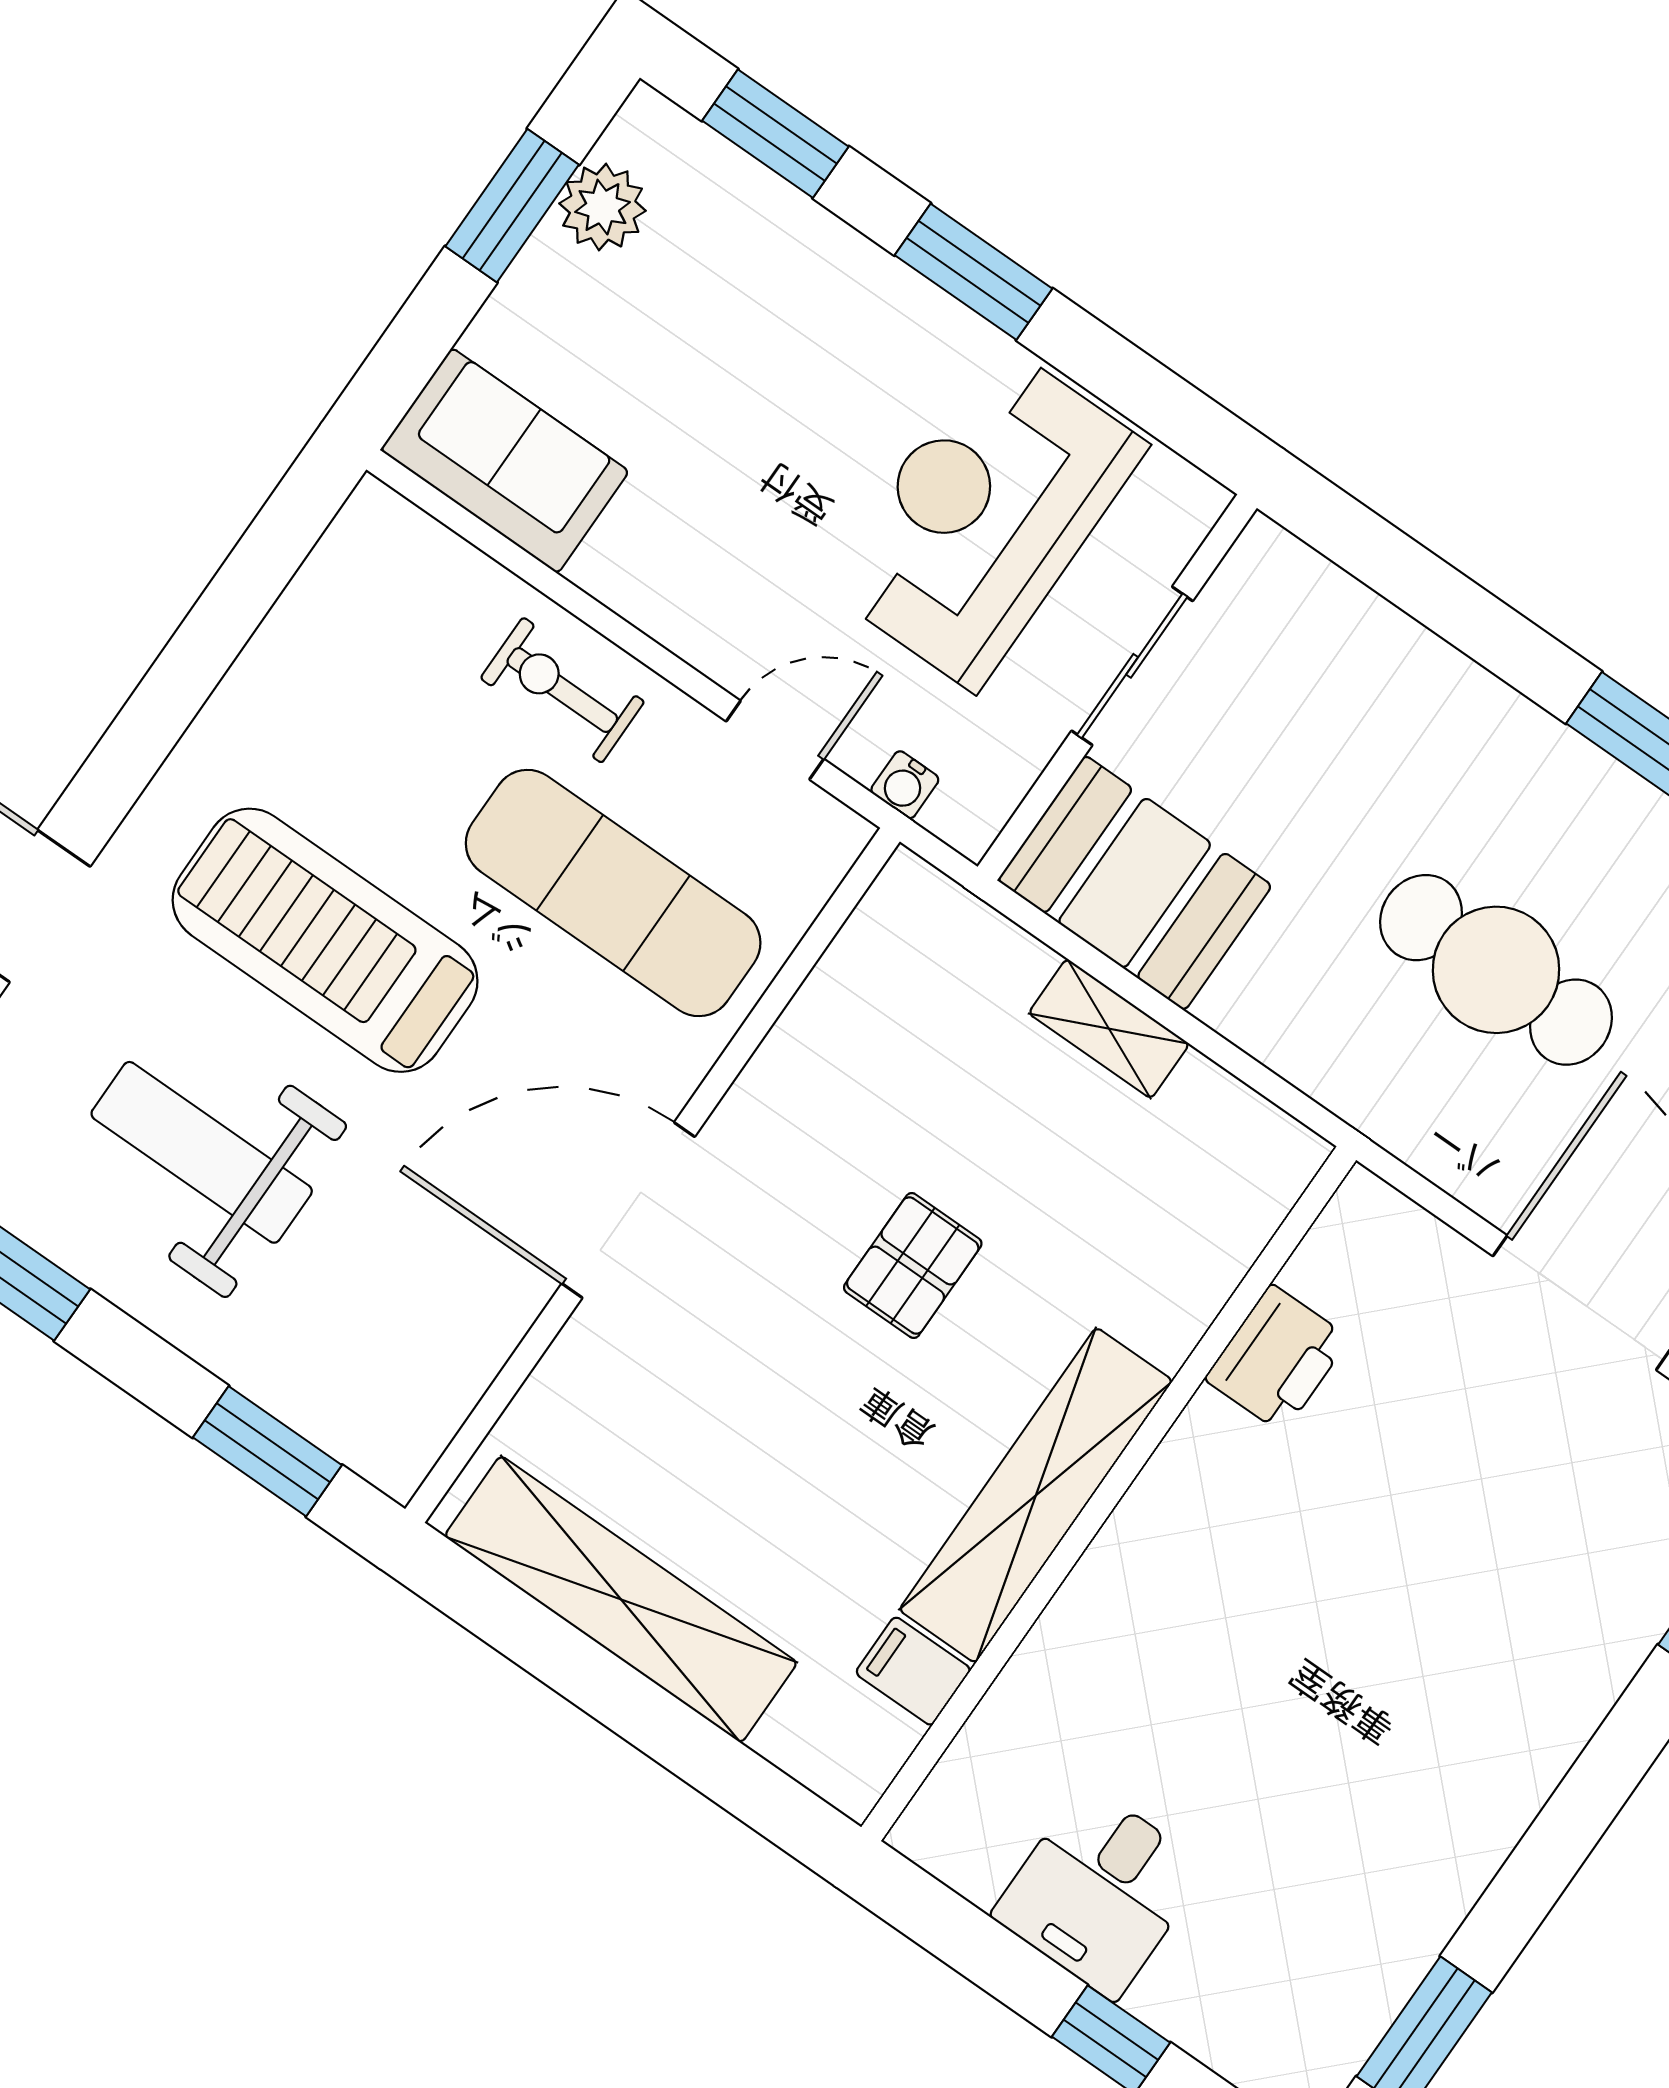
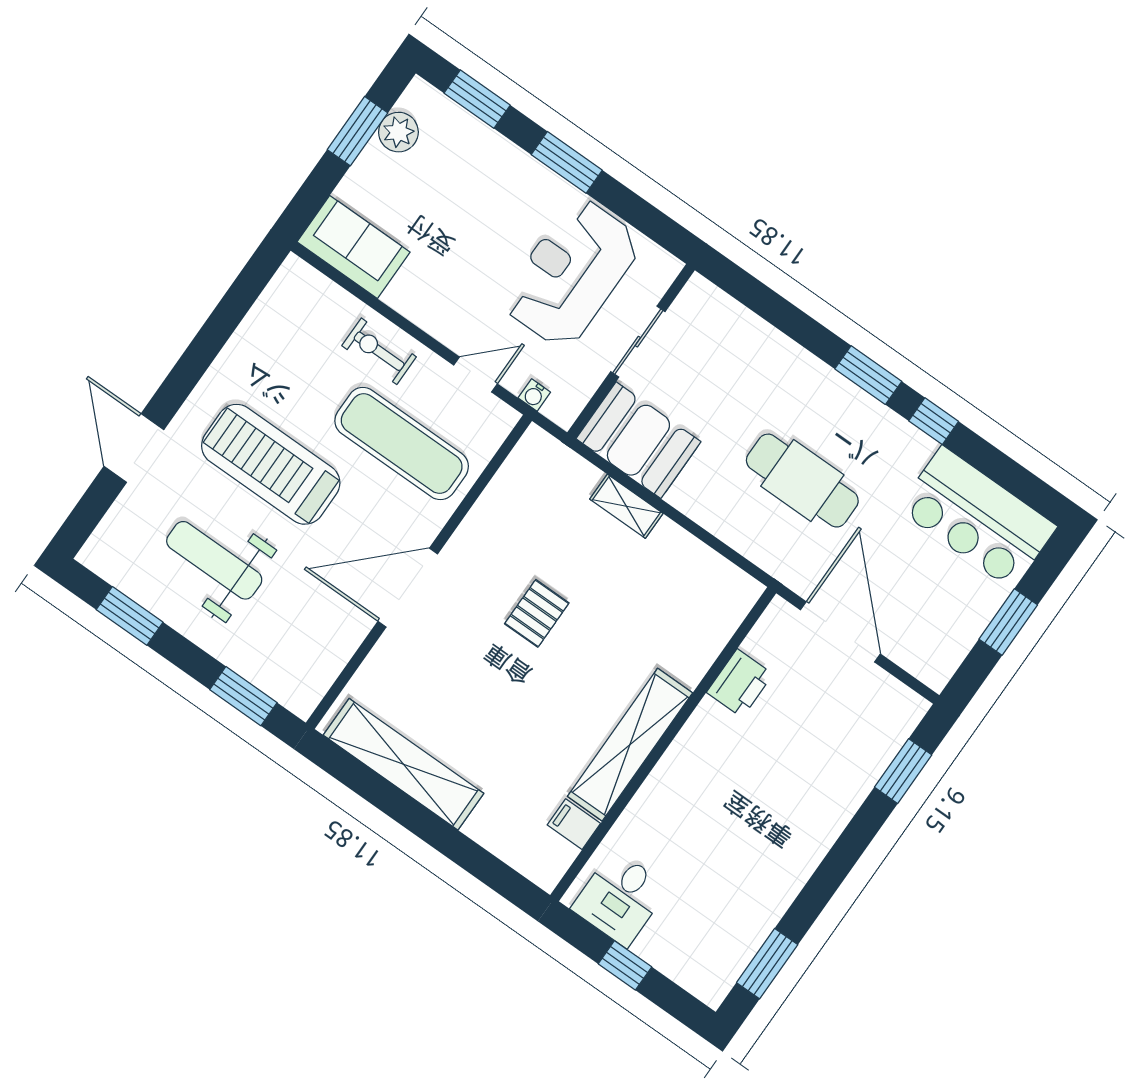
printer: (1277, 1359) -> (740, 683), moved
wall: (1109, 1494) -> (663, 744), moved
shelving: (1036, 1495) -> (630, 745), moved
filing cabinet: (913, 1671) -> (574, 824), moved

